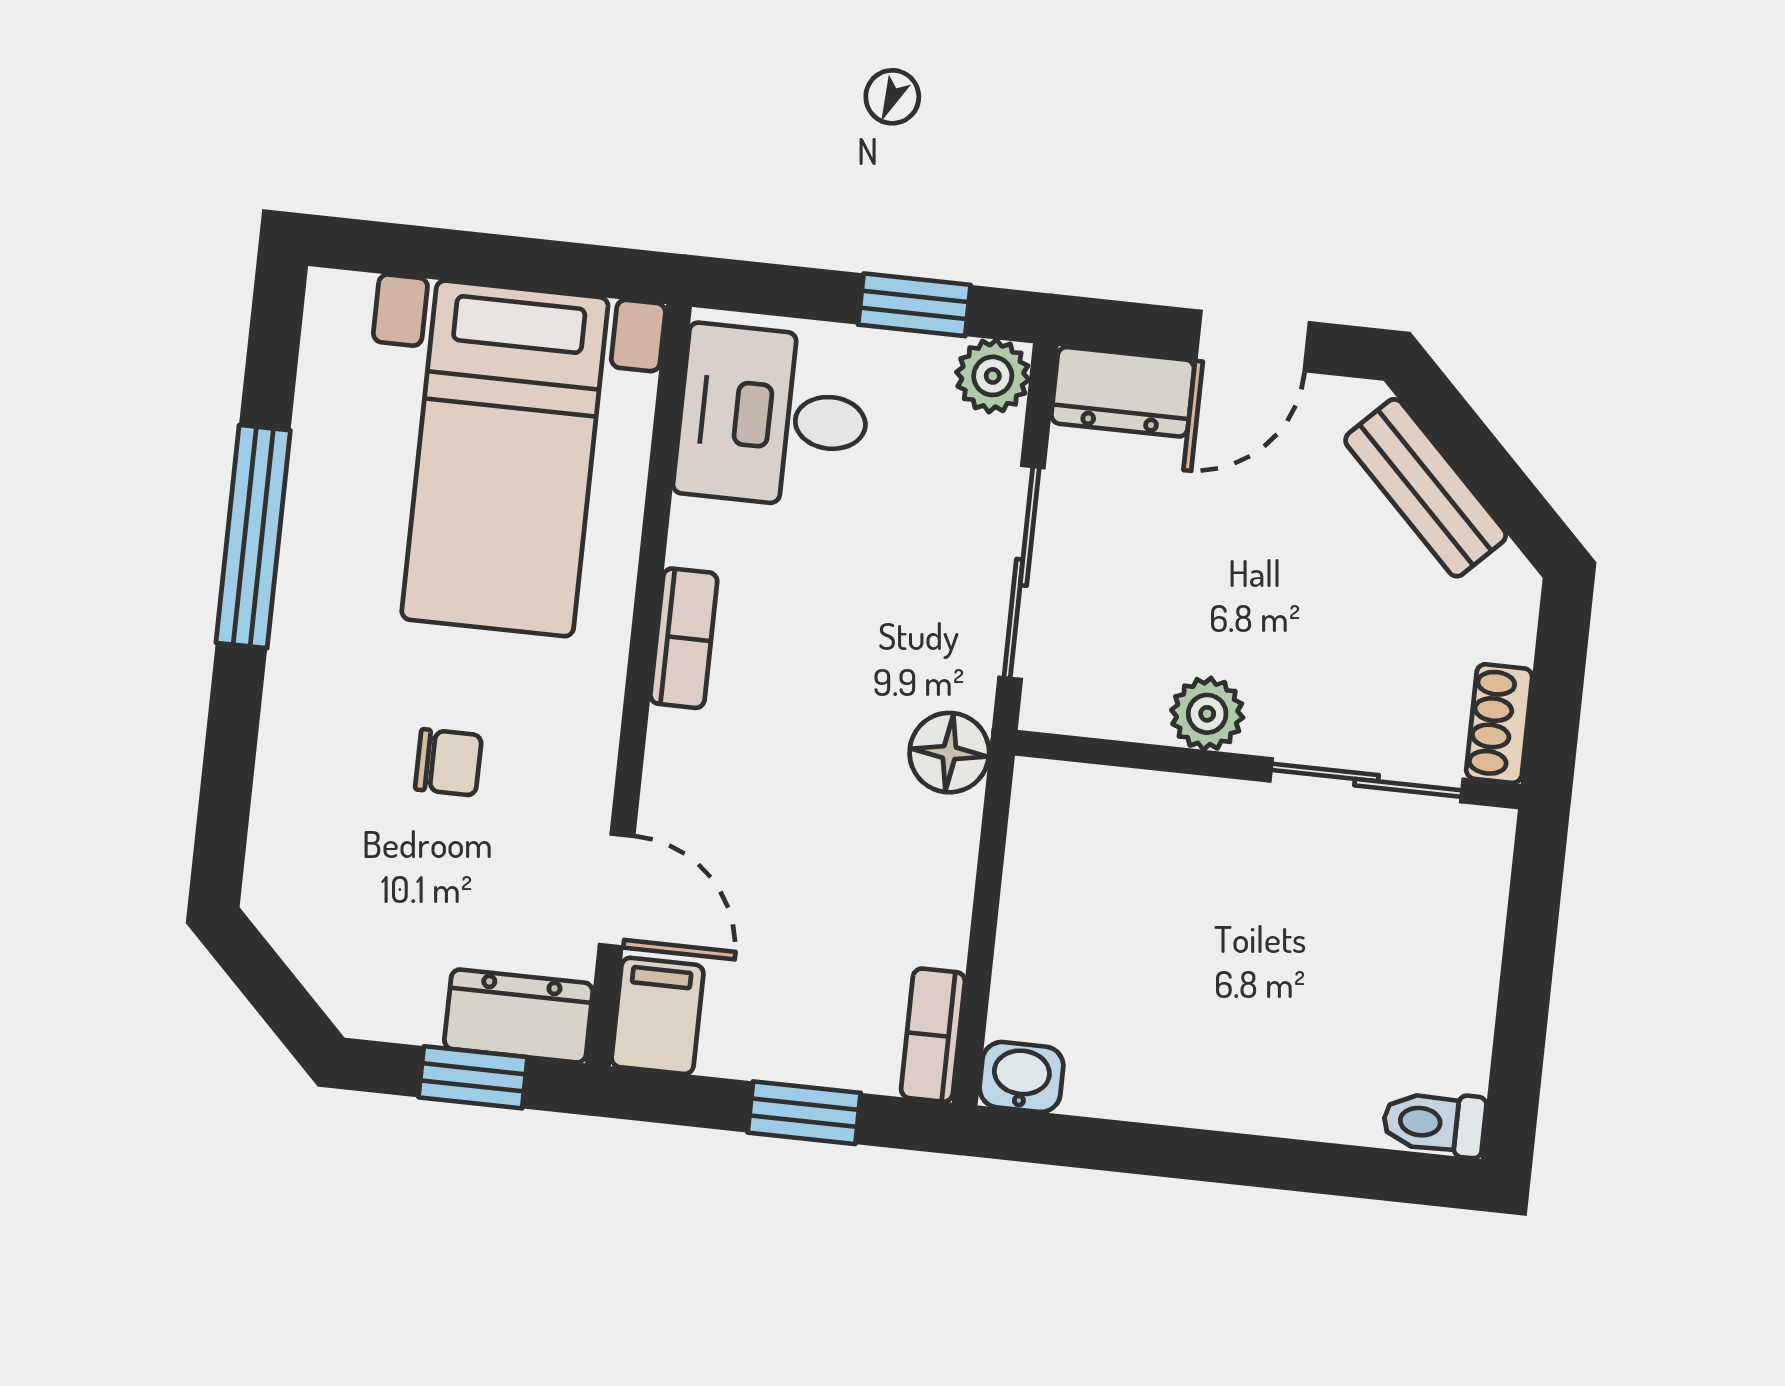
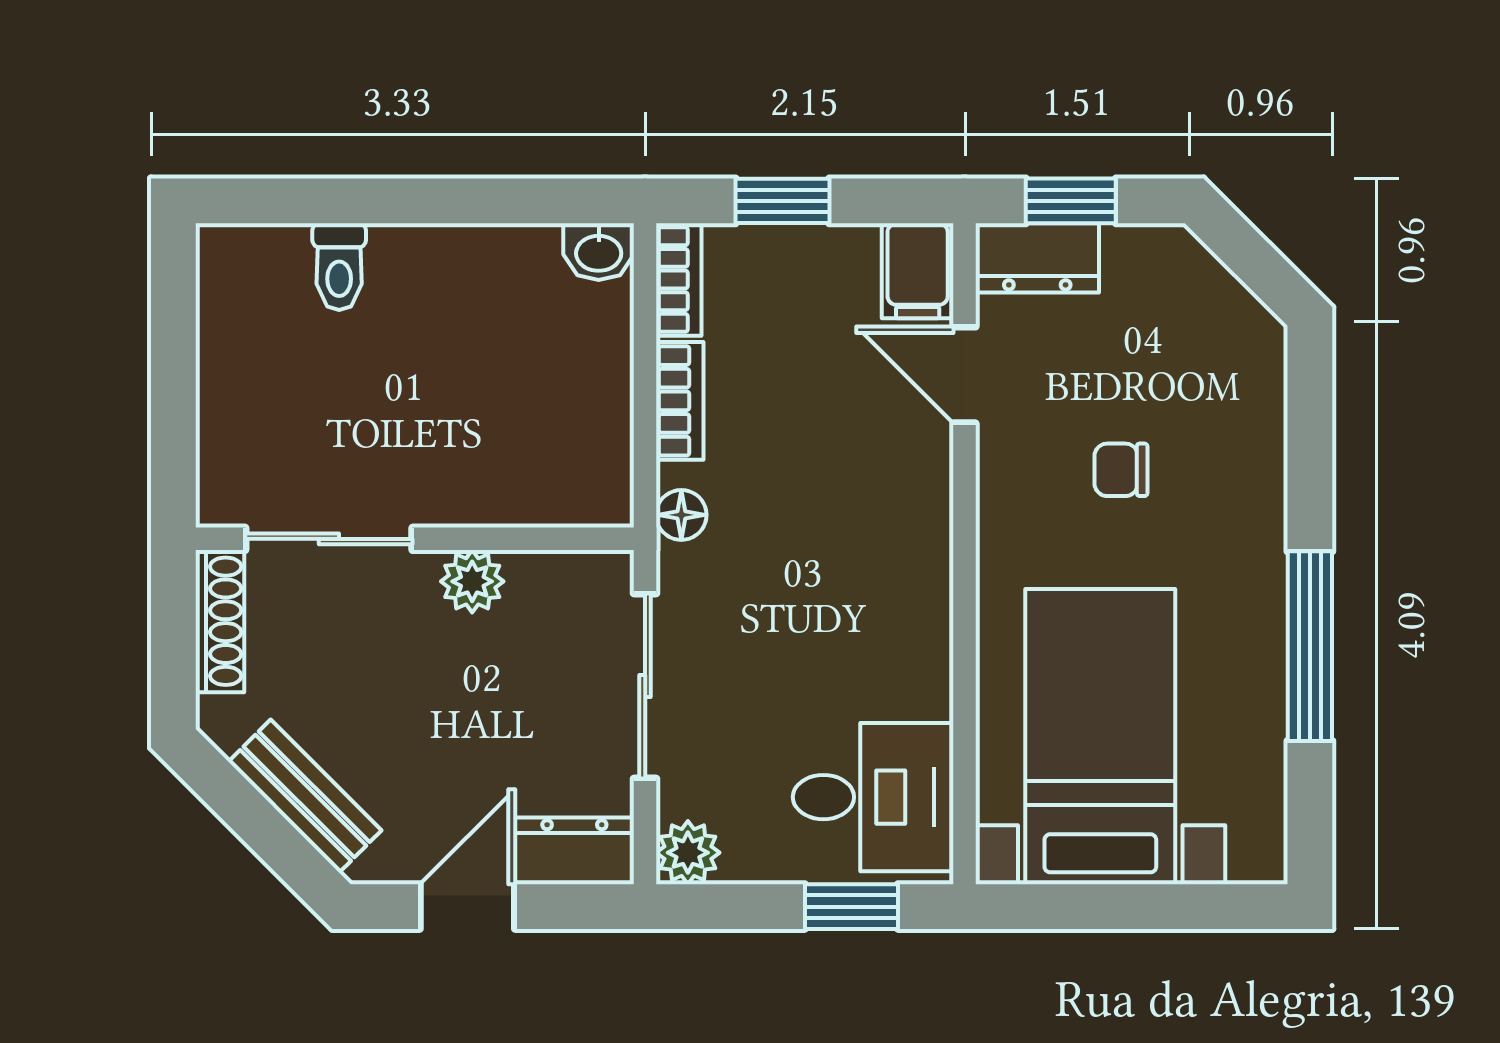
window: (914, 305) -> (851, 907), moved
bookcase: (684, 638) -> (680, 401), moved, turned 180
shoe rack: (1499, 724) -> (220, 621), width x1.43
floor lamp: (949, 753) -> (681, 515), width x0.73, depth x0.73
toilet: (1434, 1123) -> (339, 267), moved, turned 90

